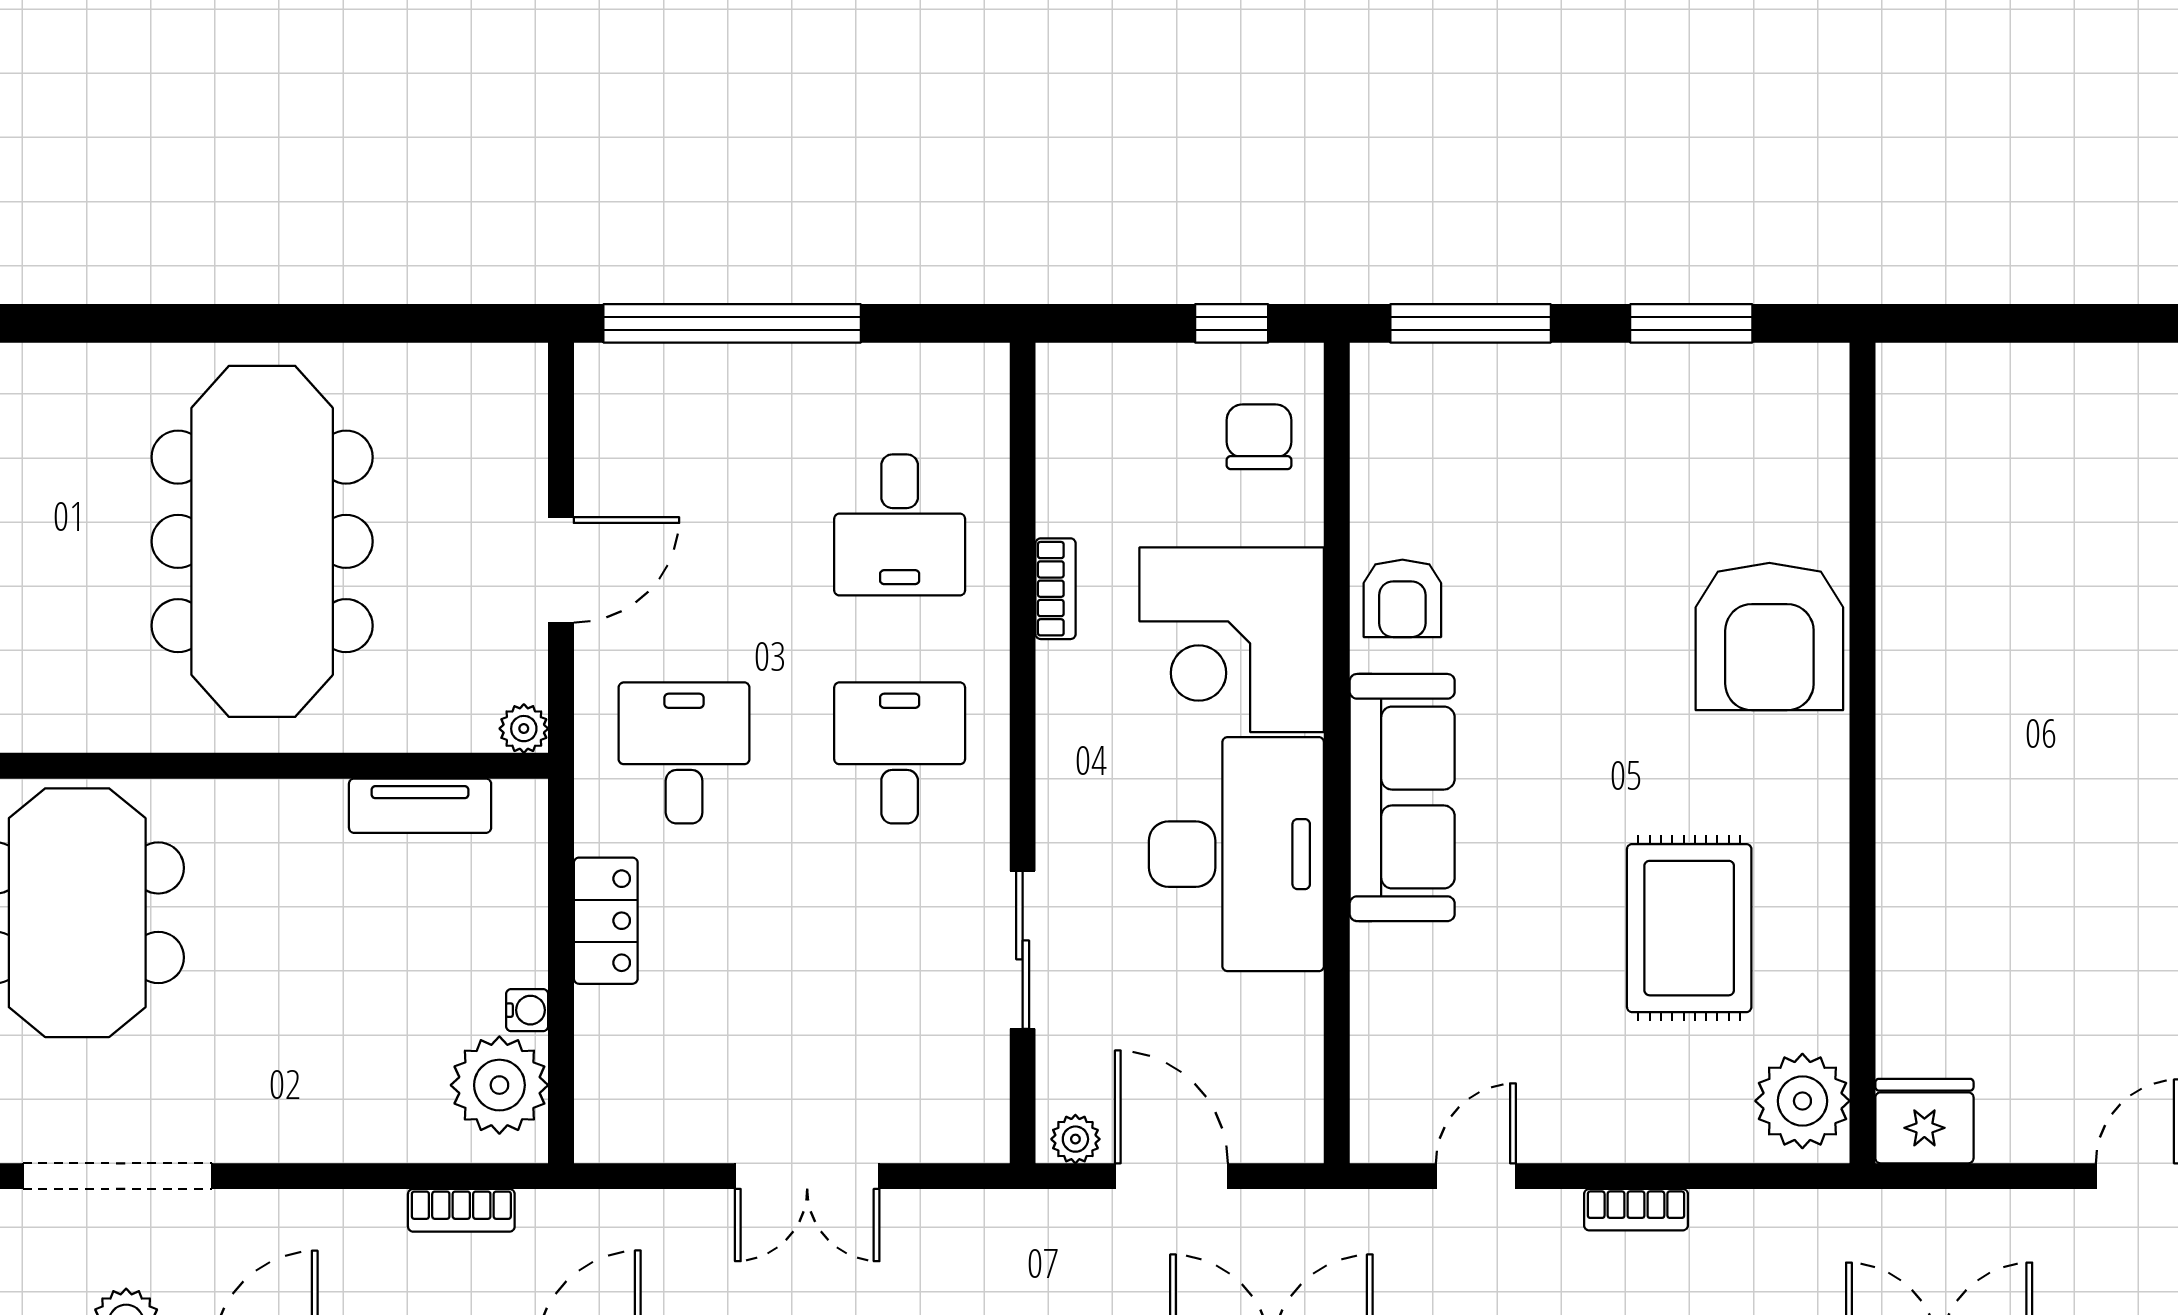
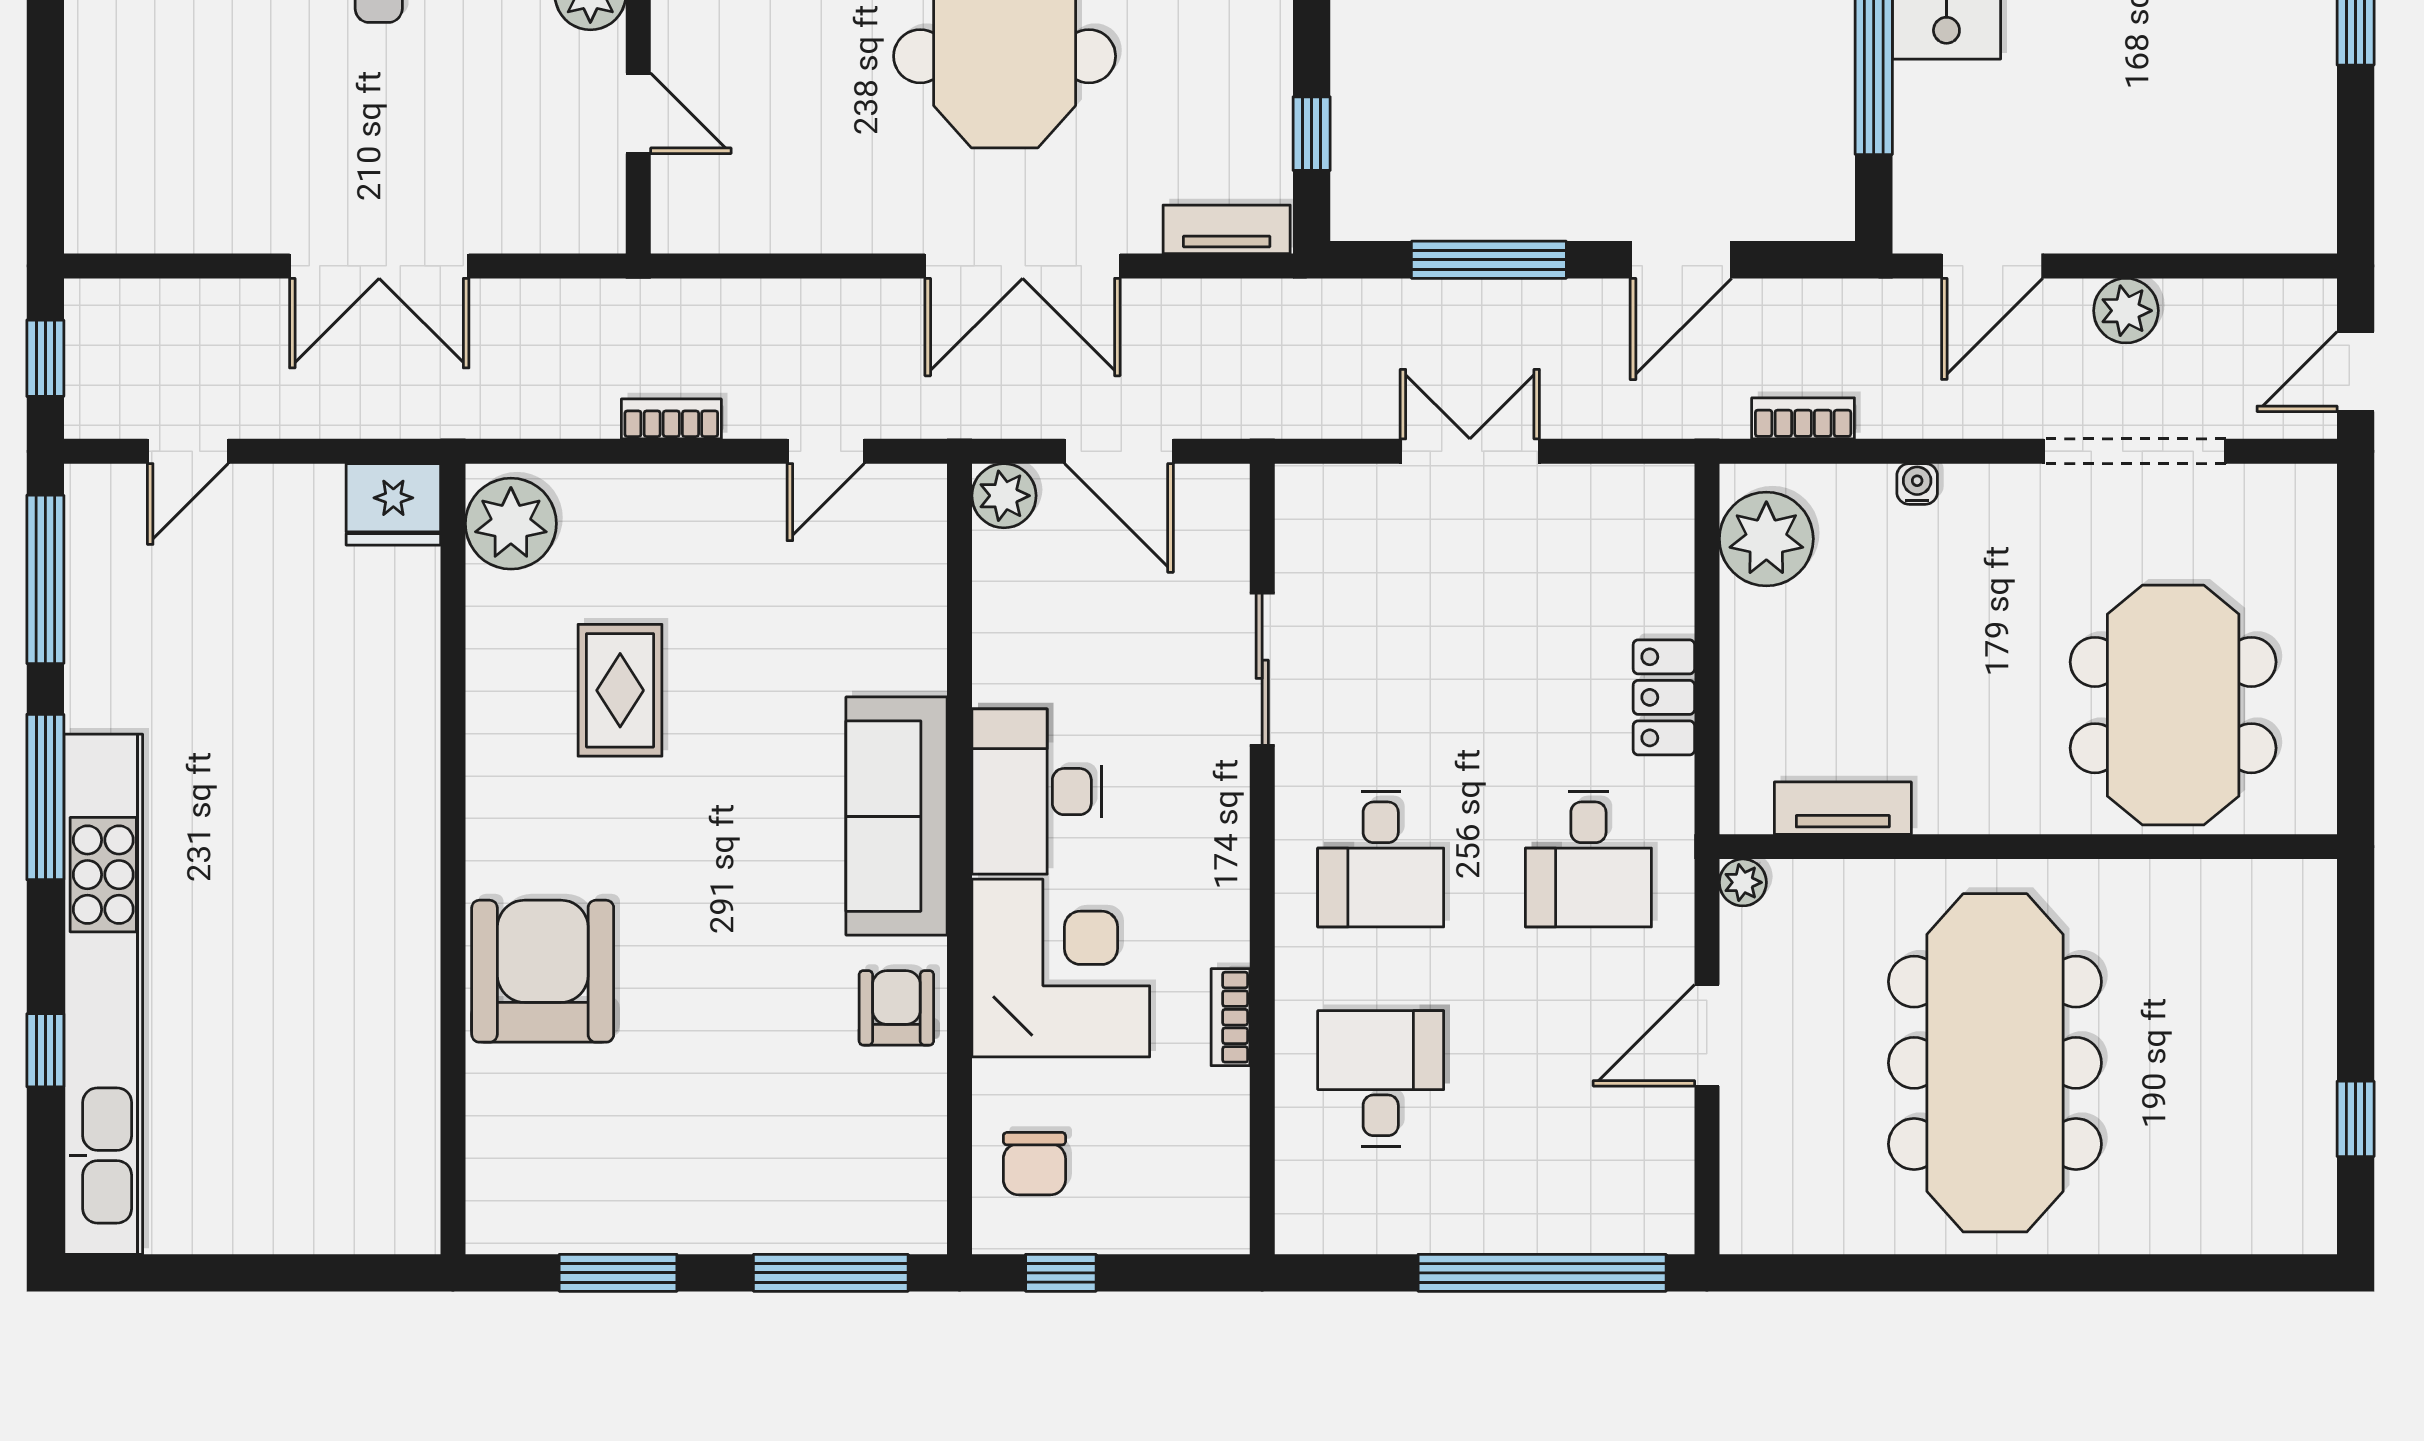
desk: (1236, 854) -> (1037, 792), width x0.73, depth x0.77
rug: (1689, 928) -> (620, 690), width x0.73, depth x0.70
water cooler: (527, 1010) -> (1917, 484), moved, turned 90
plant: (1075, 1139) -> (1004, 496), moved, width x1.38, depth x1.38

